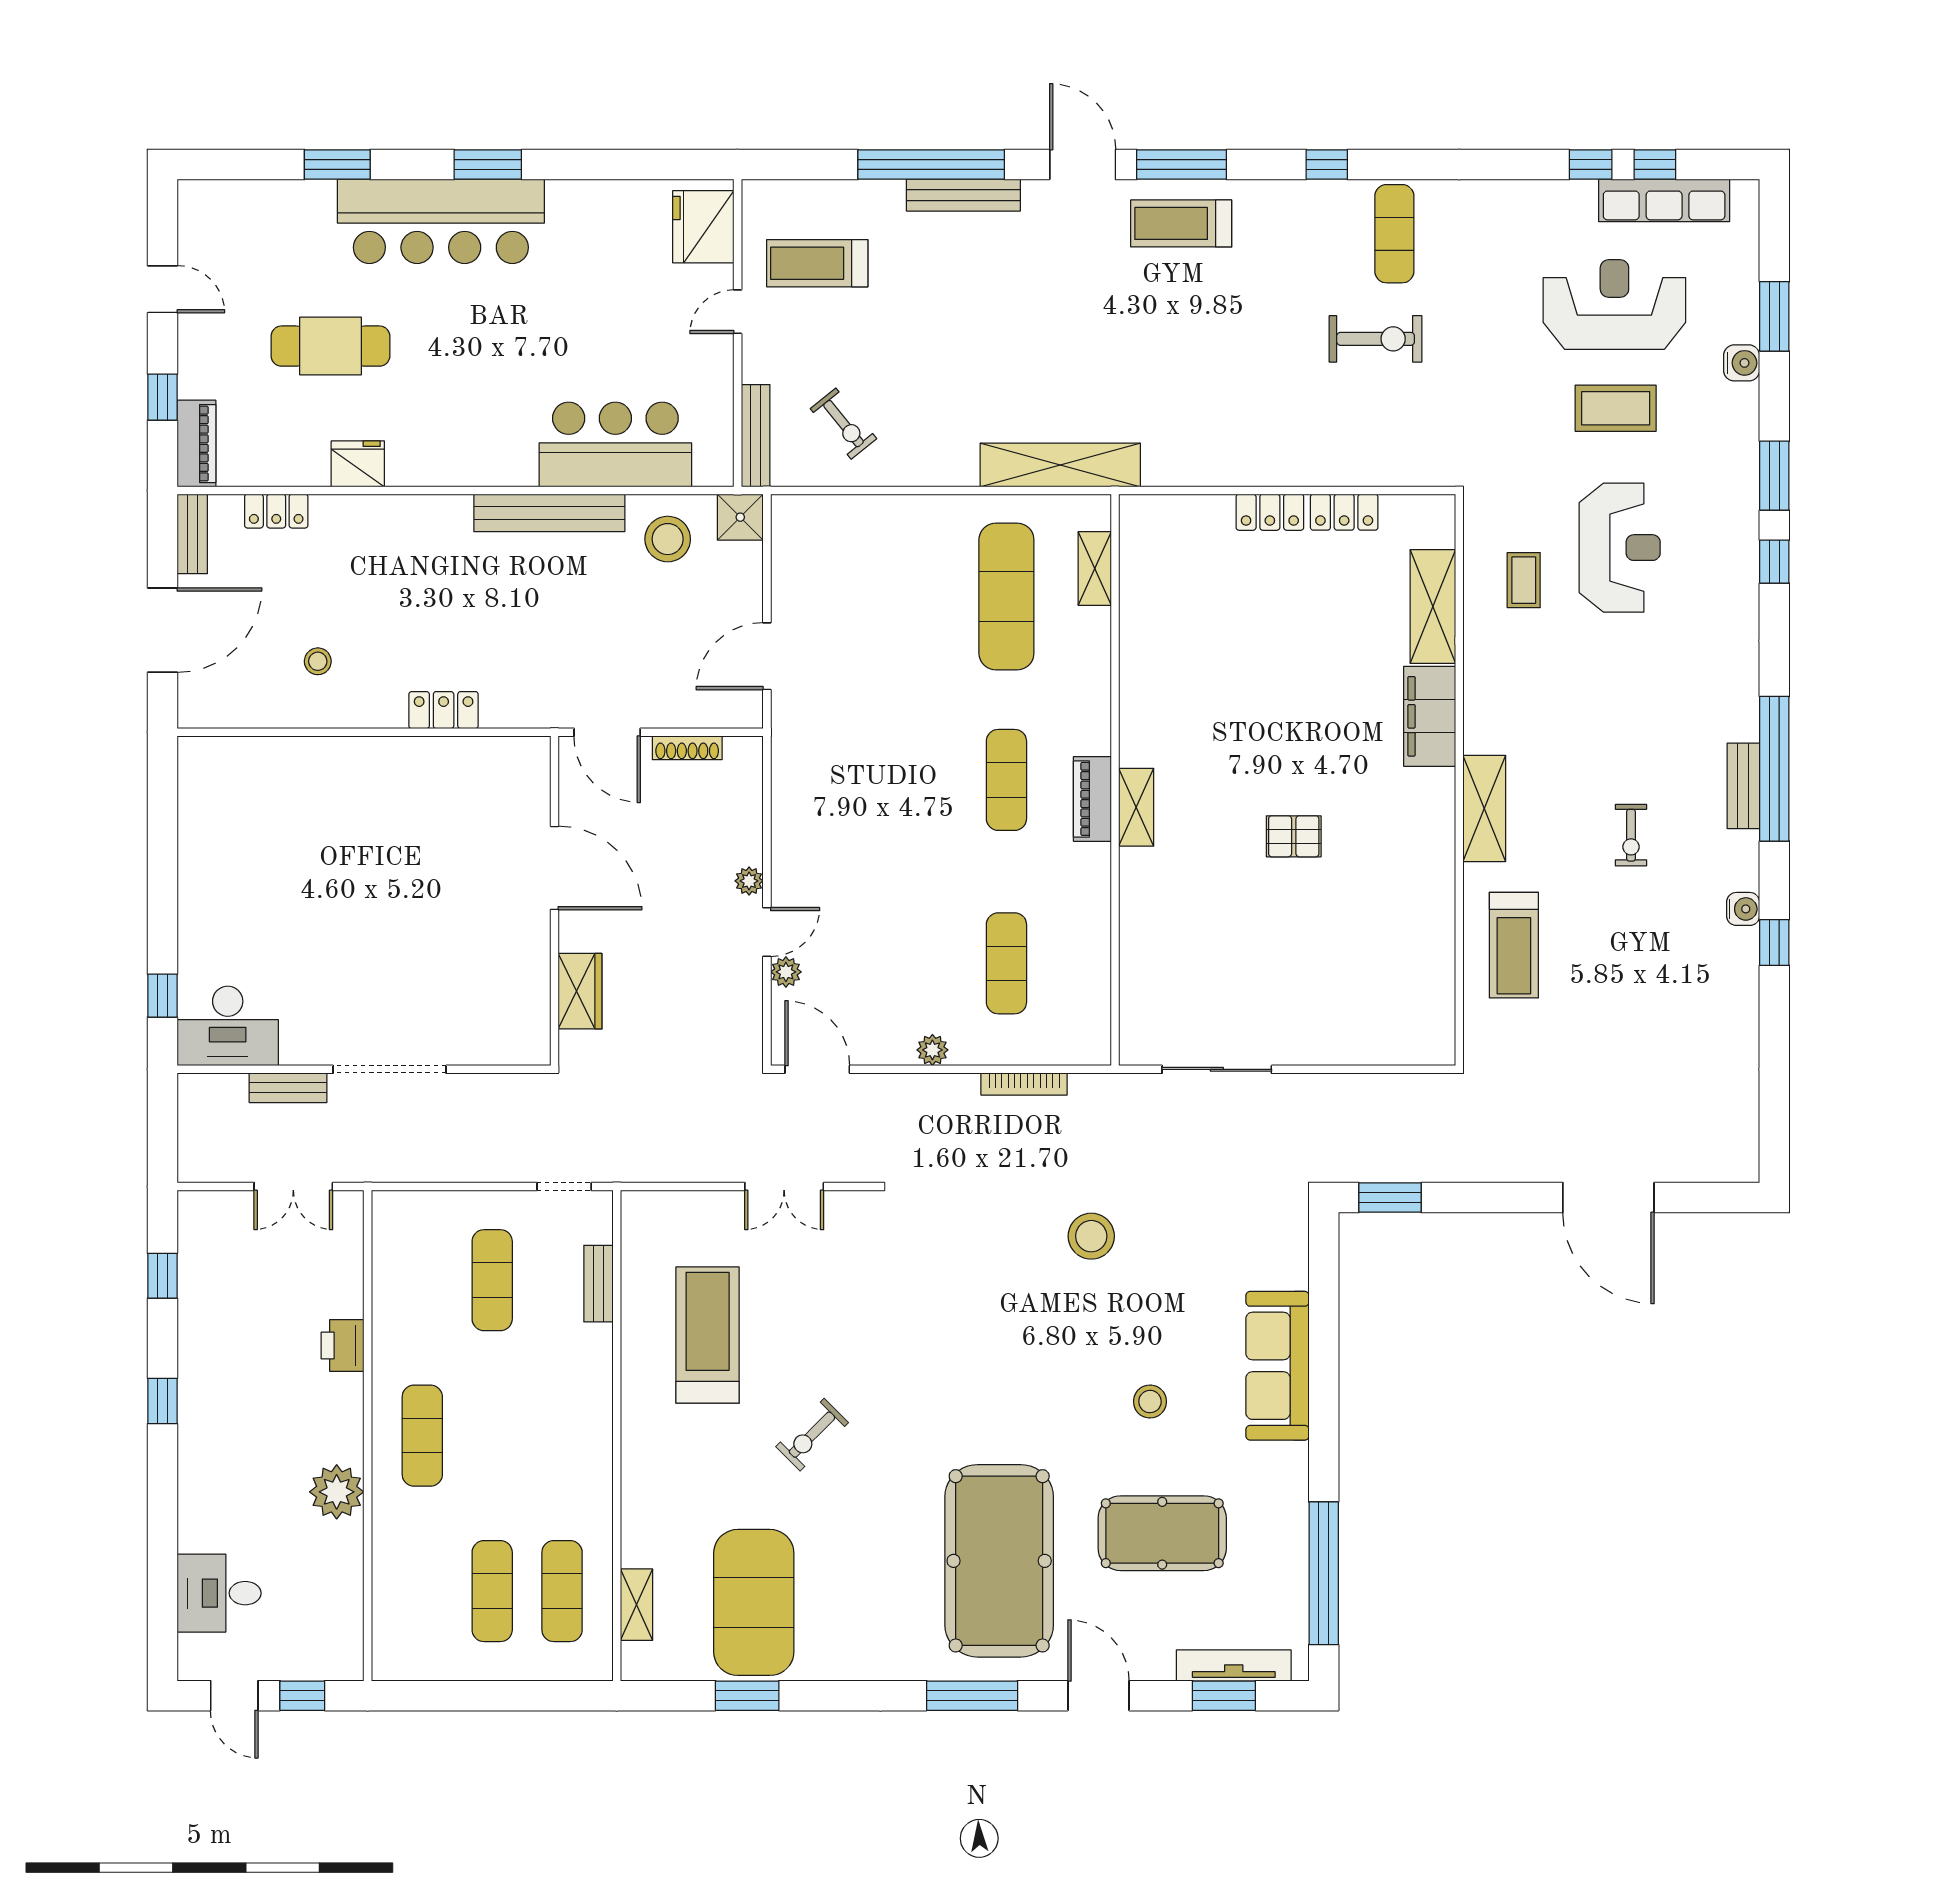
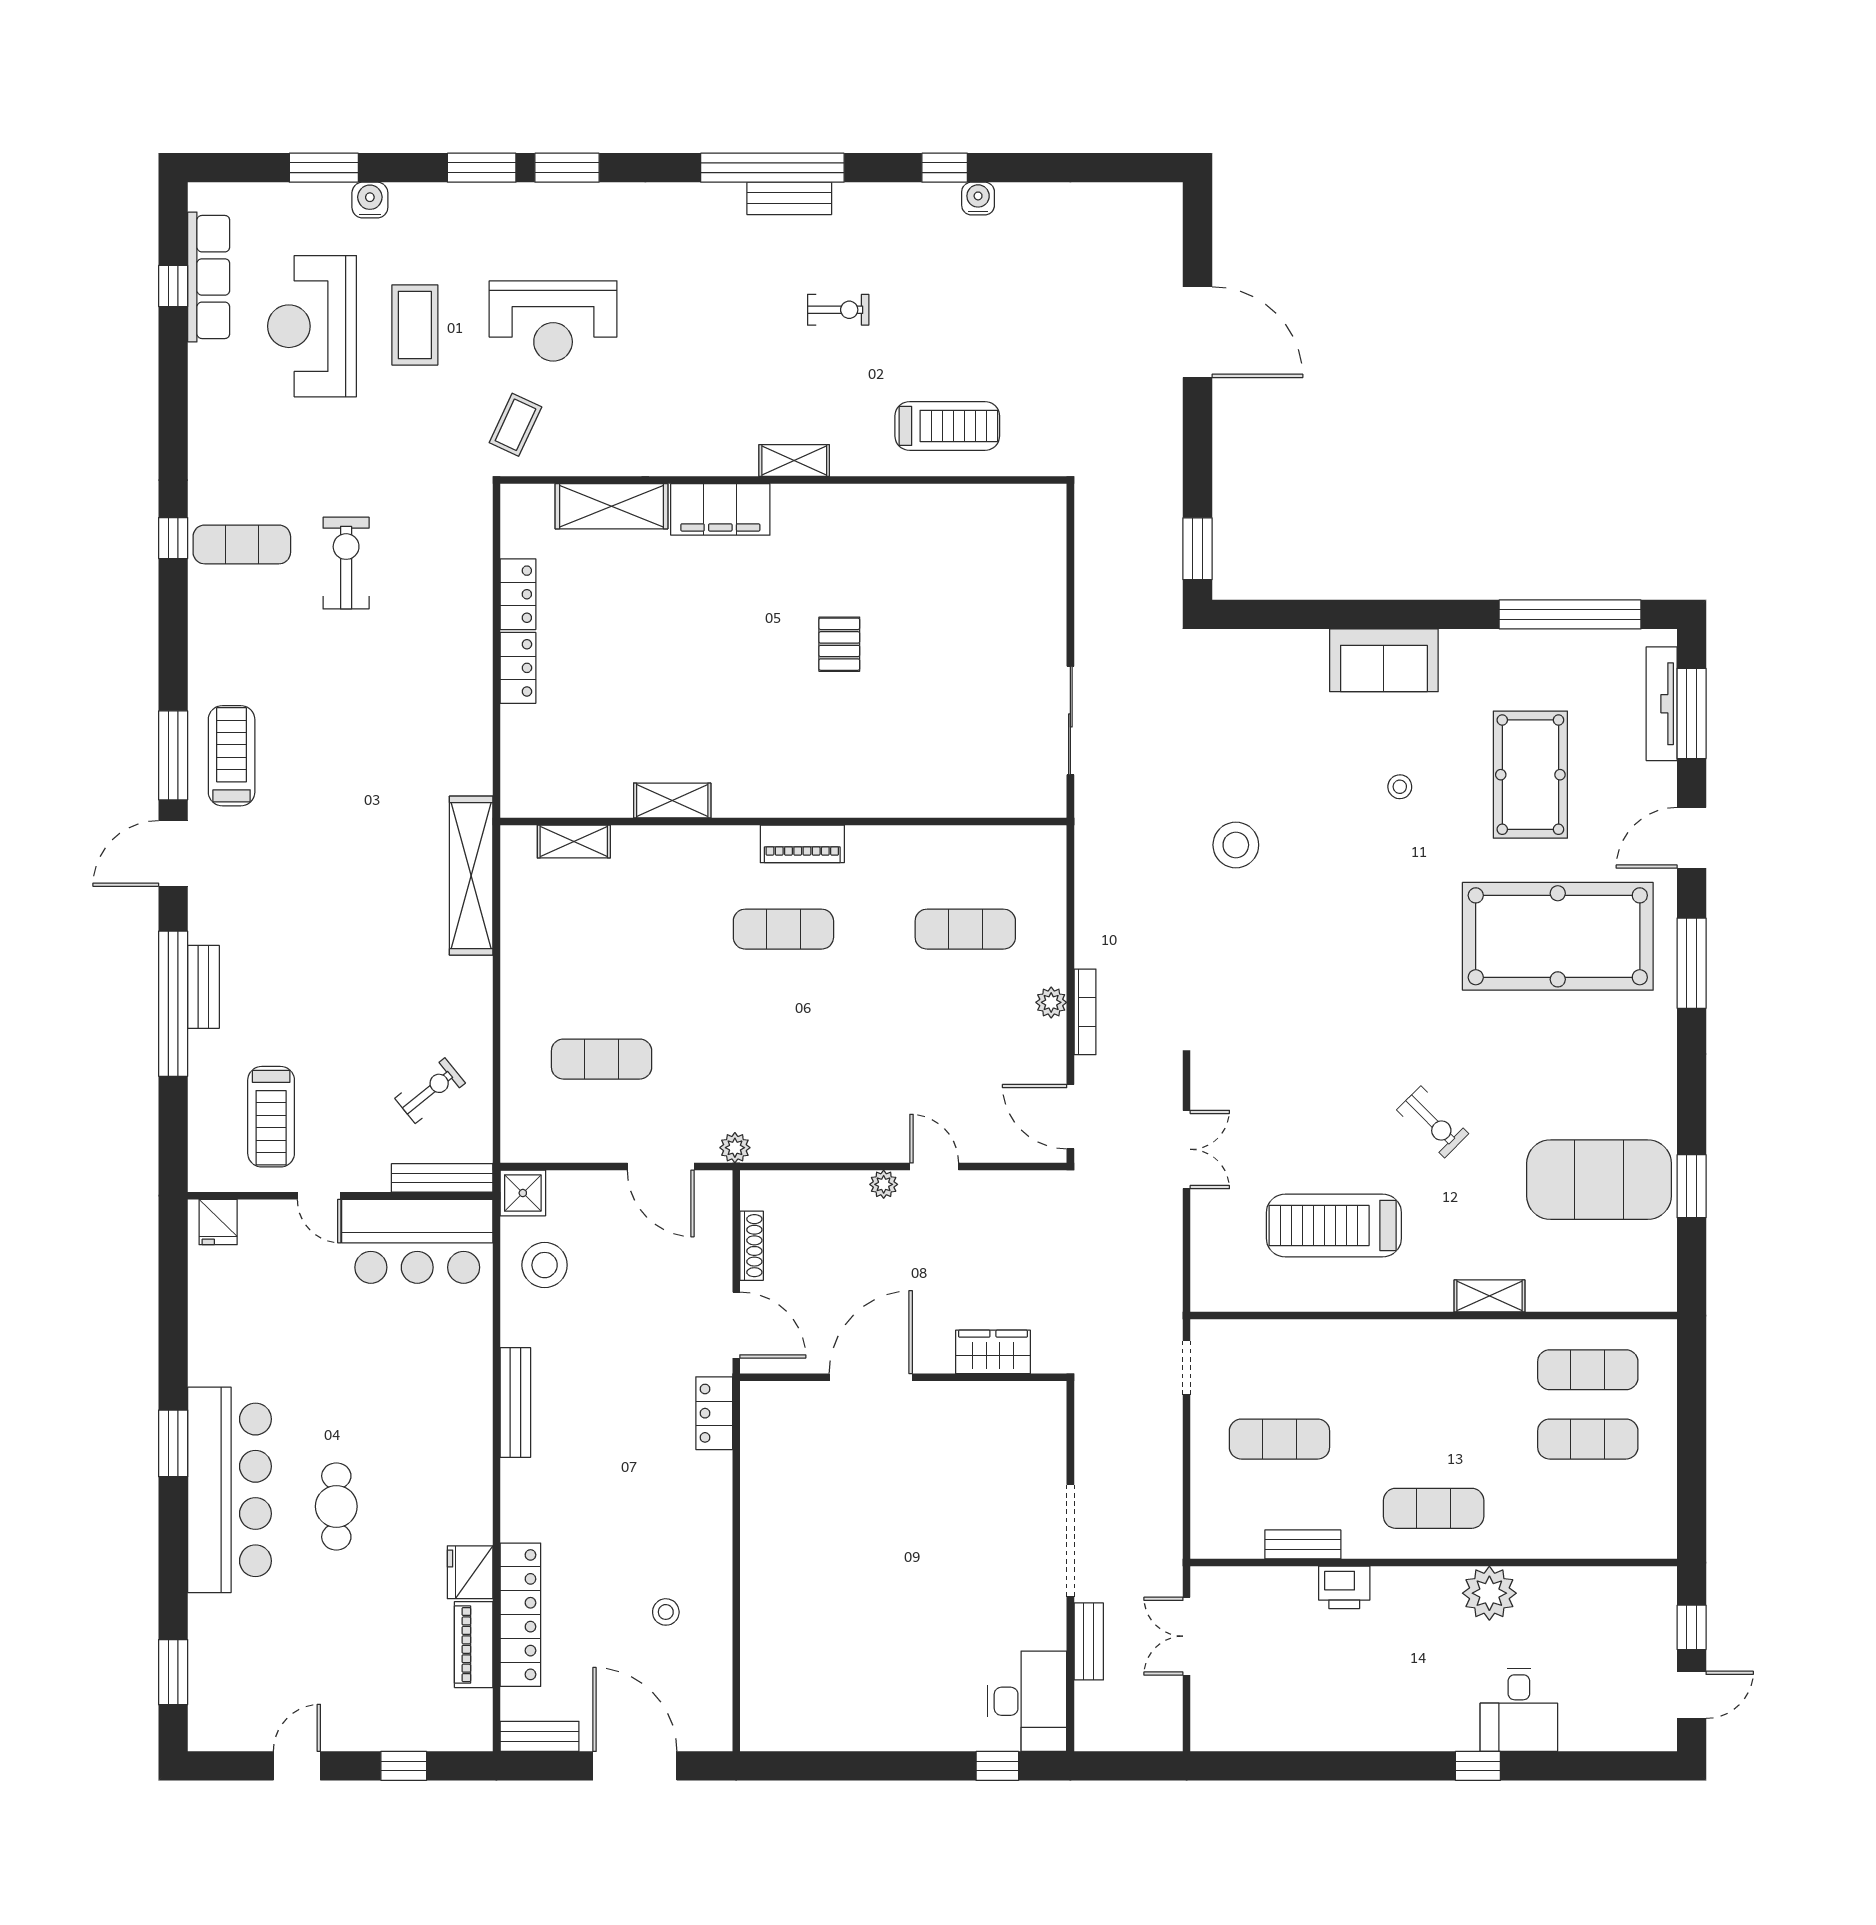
window: (337, 164) -> (173, 1672), moved
window: (1327, 164) -> (173, 538), moved
window: (1591, 164) -> (173, 350), removed
bench: (963, 195) -> (203, 987), width x0.73
treadmill: (1181, 223) -> (232, 756), turned 180
fridge: (703, 227) -> (218, 1222), width x0.53, depth x0.75
cafe table: (330, 346) -> (336, 1506), moved, width x0.73, depth x0.74
piano: (196, 444) -> (474, 1645), moved, turned -90
bar counter: (615, 444) -> (417, 1241), moved, turned -90
locker: (276, 511) -> (520, 1615), width x2.16, depth x1.21
bench: (549, 513) -> (515, 1402), width x0.73, depth x0.82
reception desk: (1620, 548) -> (553, 321), turned 180
window: (1774, 562) -> (567, 168), width x1.50
coffee table: (1524, 580) -> (515, 425), moved, turned -65
exercise mat: (1006, 596) -> (602, 1059), moved, width x0.73, depth x0.69
locker: (444, 710) -> (714, 1413), moved
door: (607, 732) -> (736, 1325), hinge flipped
shelving: (1136, 807) -> (672, 800), moved
shelving: (1484, 809) -> (794, 461), width x0.67, depth x0.75
water cooler: (1743, 909) -> (978, 199), moved
plant: (786, 972) -> (735, 1148), moved
door: (817, 1069) -> (1070, 1117), hinge flipped
bookcase: (1024, 1084) -> (1085, 1012), moved
double door: (293, 1187) -> (1187, 1636), swing flipped
door: (1608, 1198) -> (1198, 332), hinge flipped
window: (162, 1276) -> (1275, 1766), removed
bench: (598, 1284) -> (1303, 1544), moved
sofa: (1277, 1366) -> (1384, 660), width x0.73
window: (162, 1401) -> (1478, 1766), moved
stool: (1150, 1402) -> (1400, 787), width x0.73, depth x0.73
desk: (219, 1593) -> (1519, 1710), moved
shelving: (636, 1605) -> (1489, 1296), moved
window: (1224, 1696) -> (1692, 713), width x1.44

